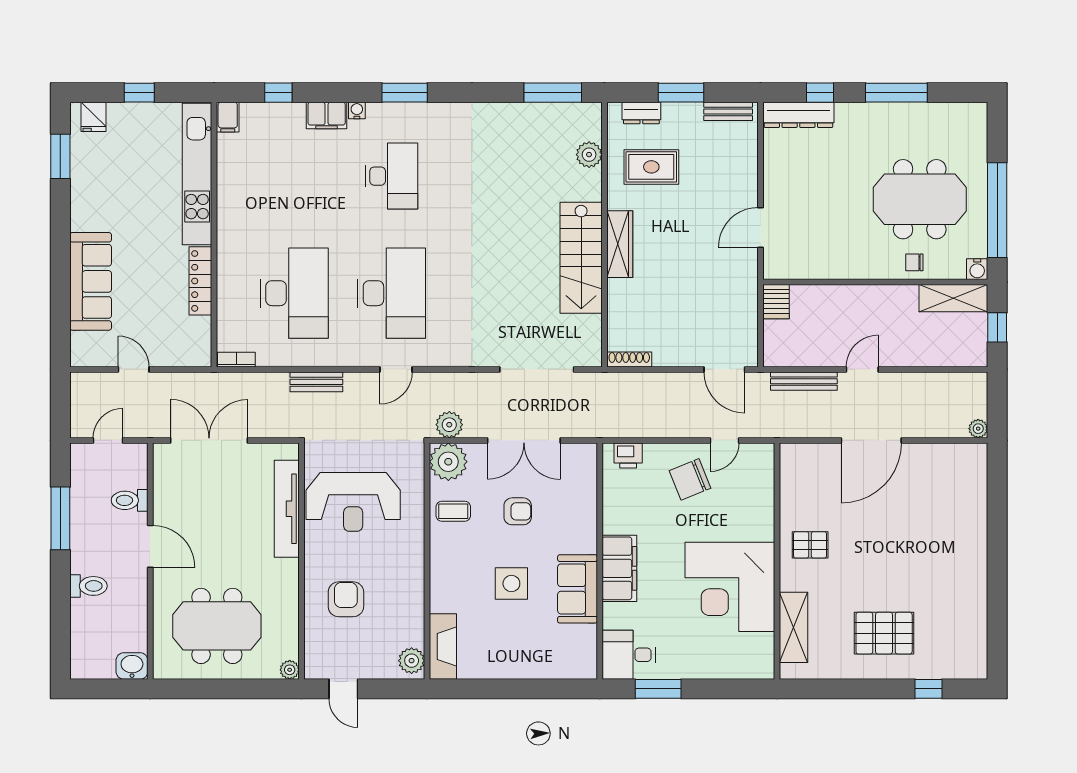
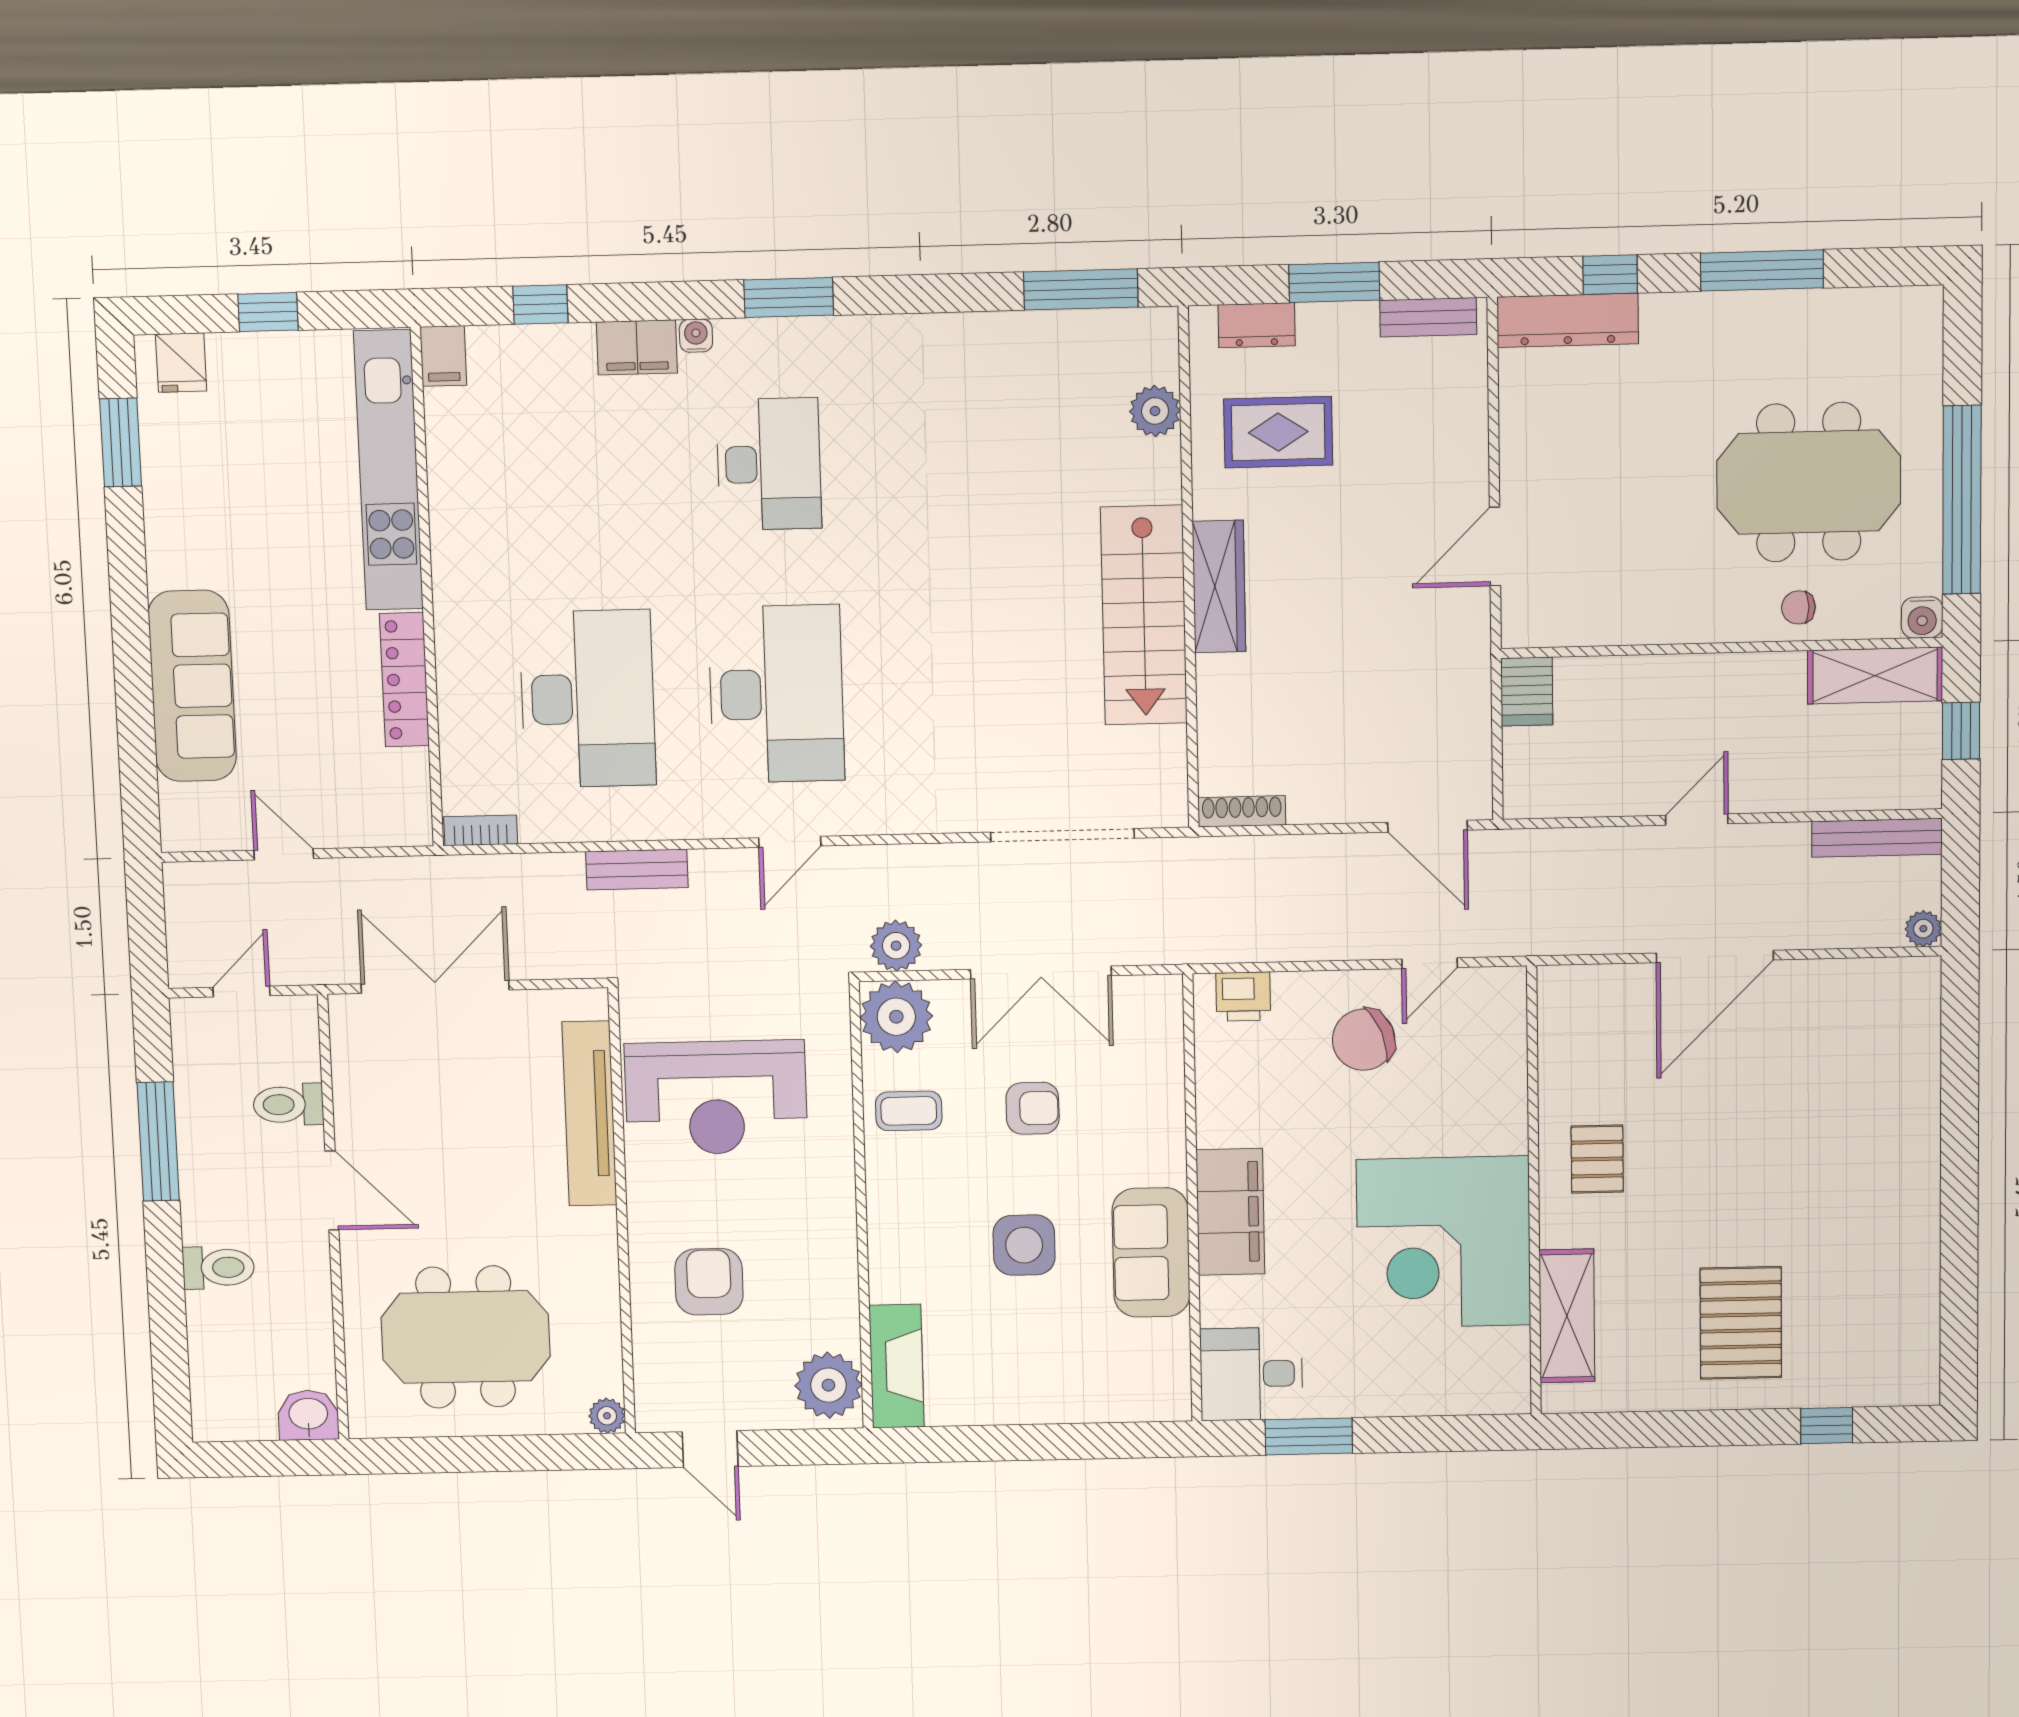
bench: (804, 381) -> (1877, 838), moved
pallet: (810, 545) -> (1597, 1159), turned 90
pallet: (884, 633) -> (1741, 1323), turned 90
plant: (412, 661) -> (828, 1385), width x1.36, depth x1.36

